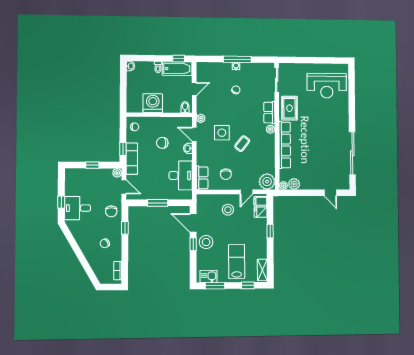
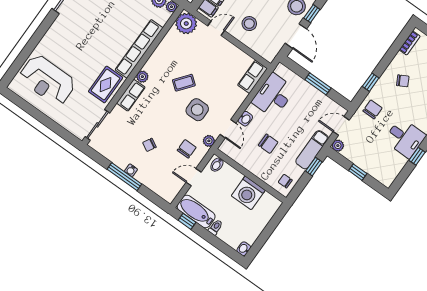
reception desk: (327, 86) -> (47, 80), turned 180
chair: (226, 174) -> (187, 149), moved
door: (124, 187) -> (341, 126), hinge flipped

